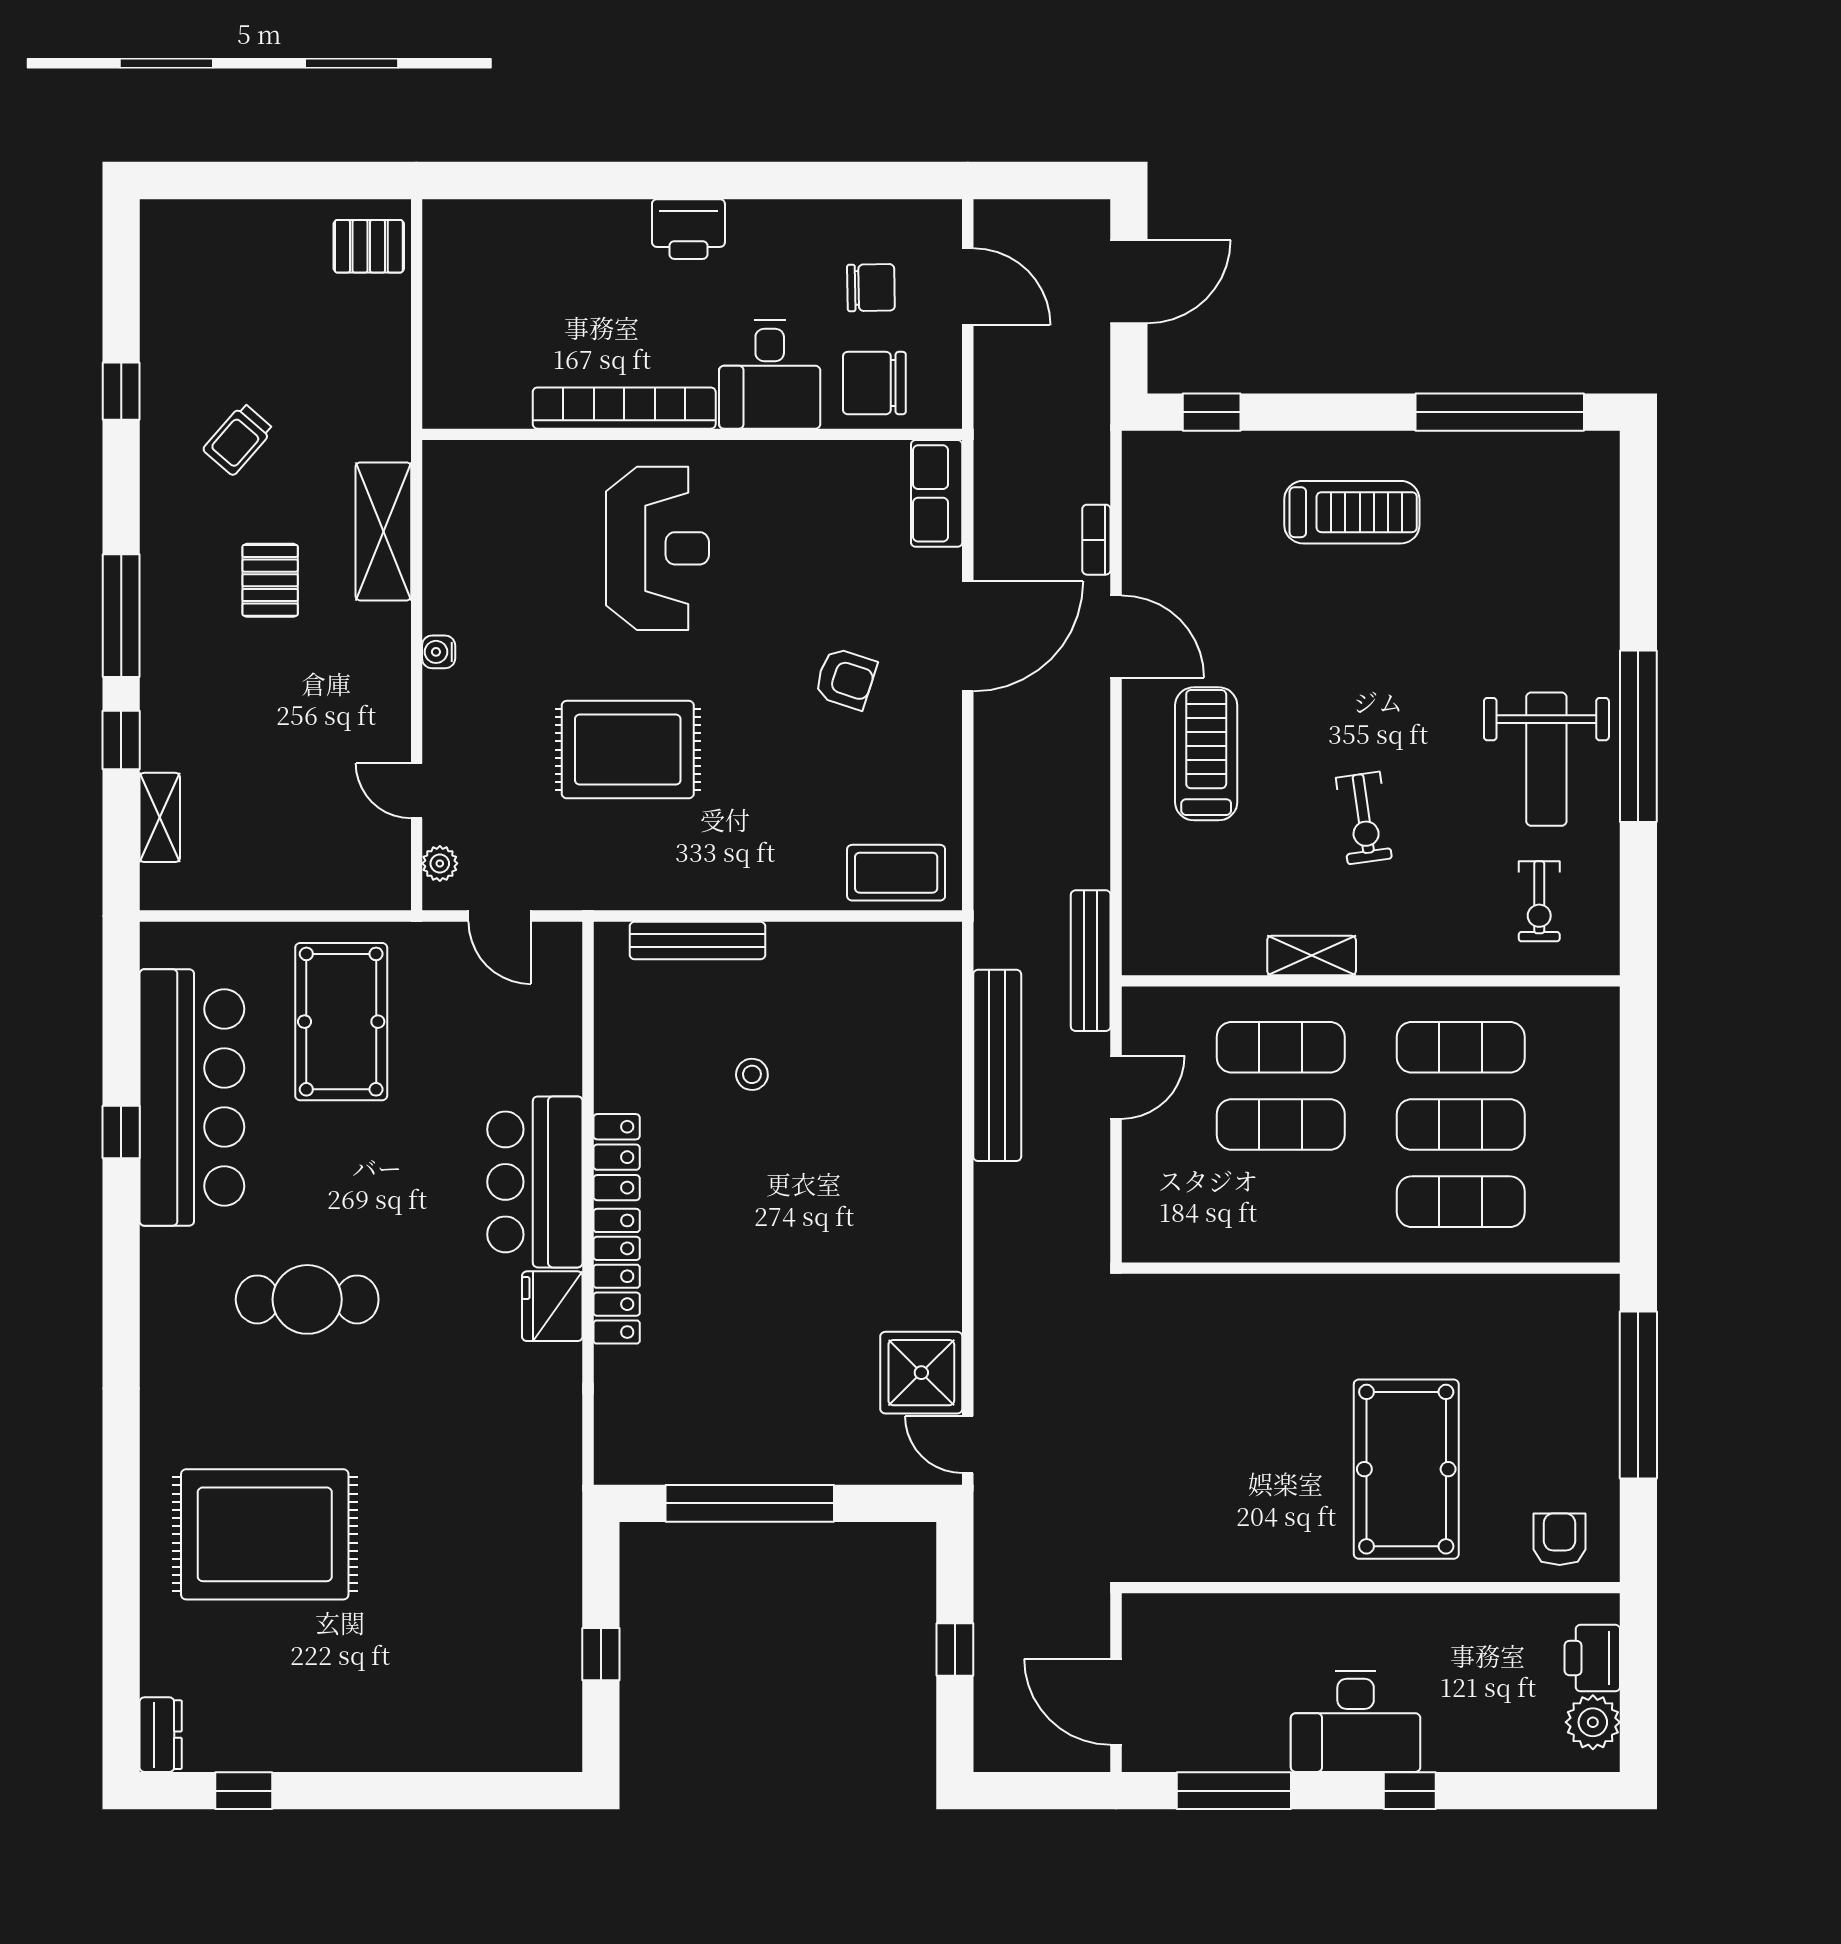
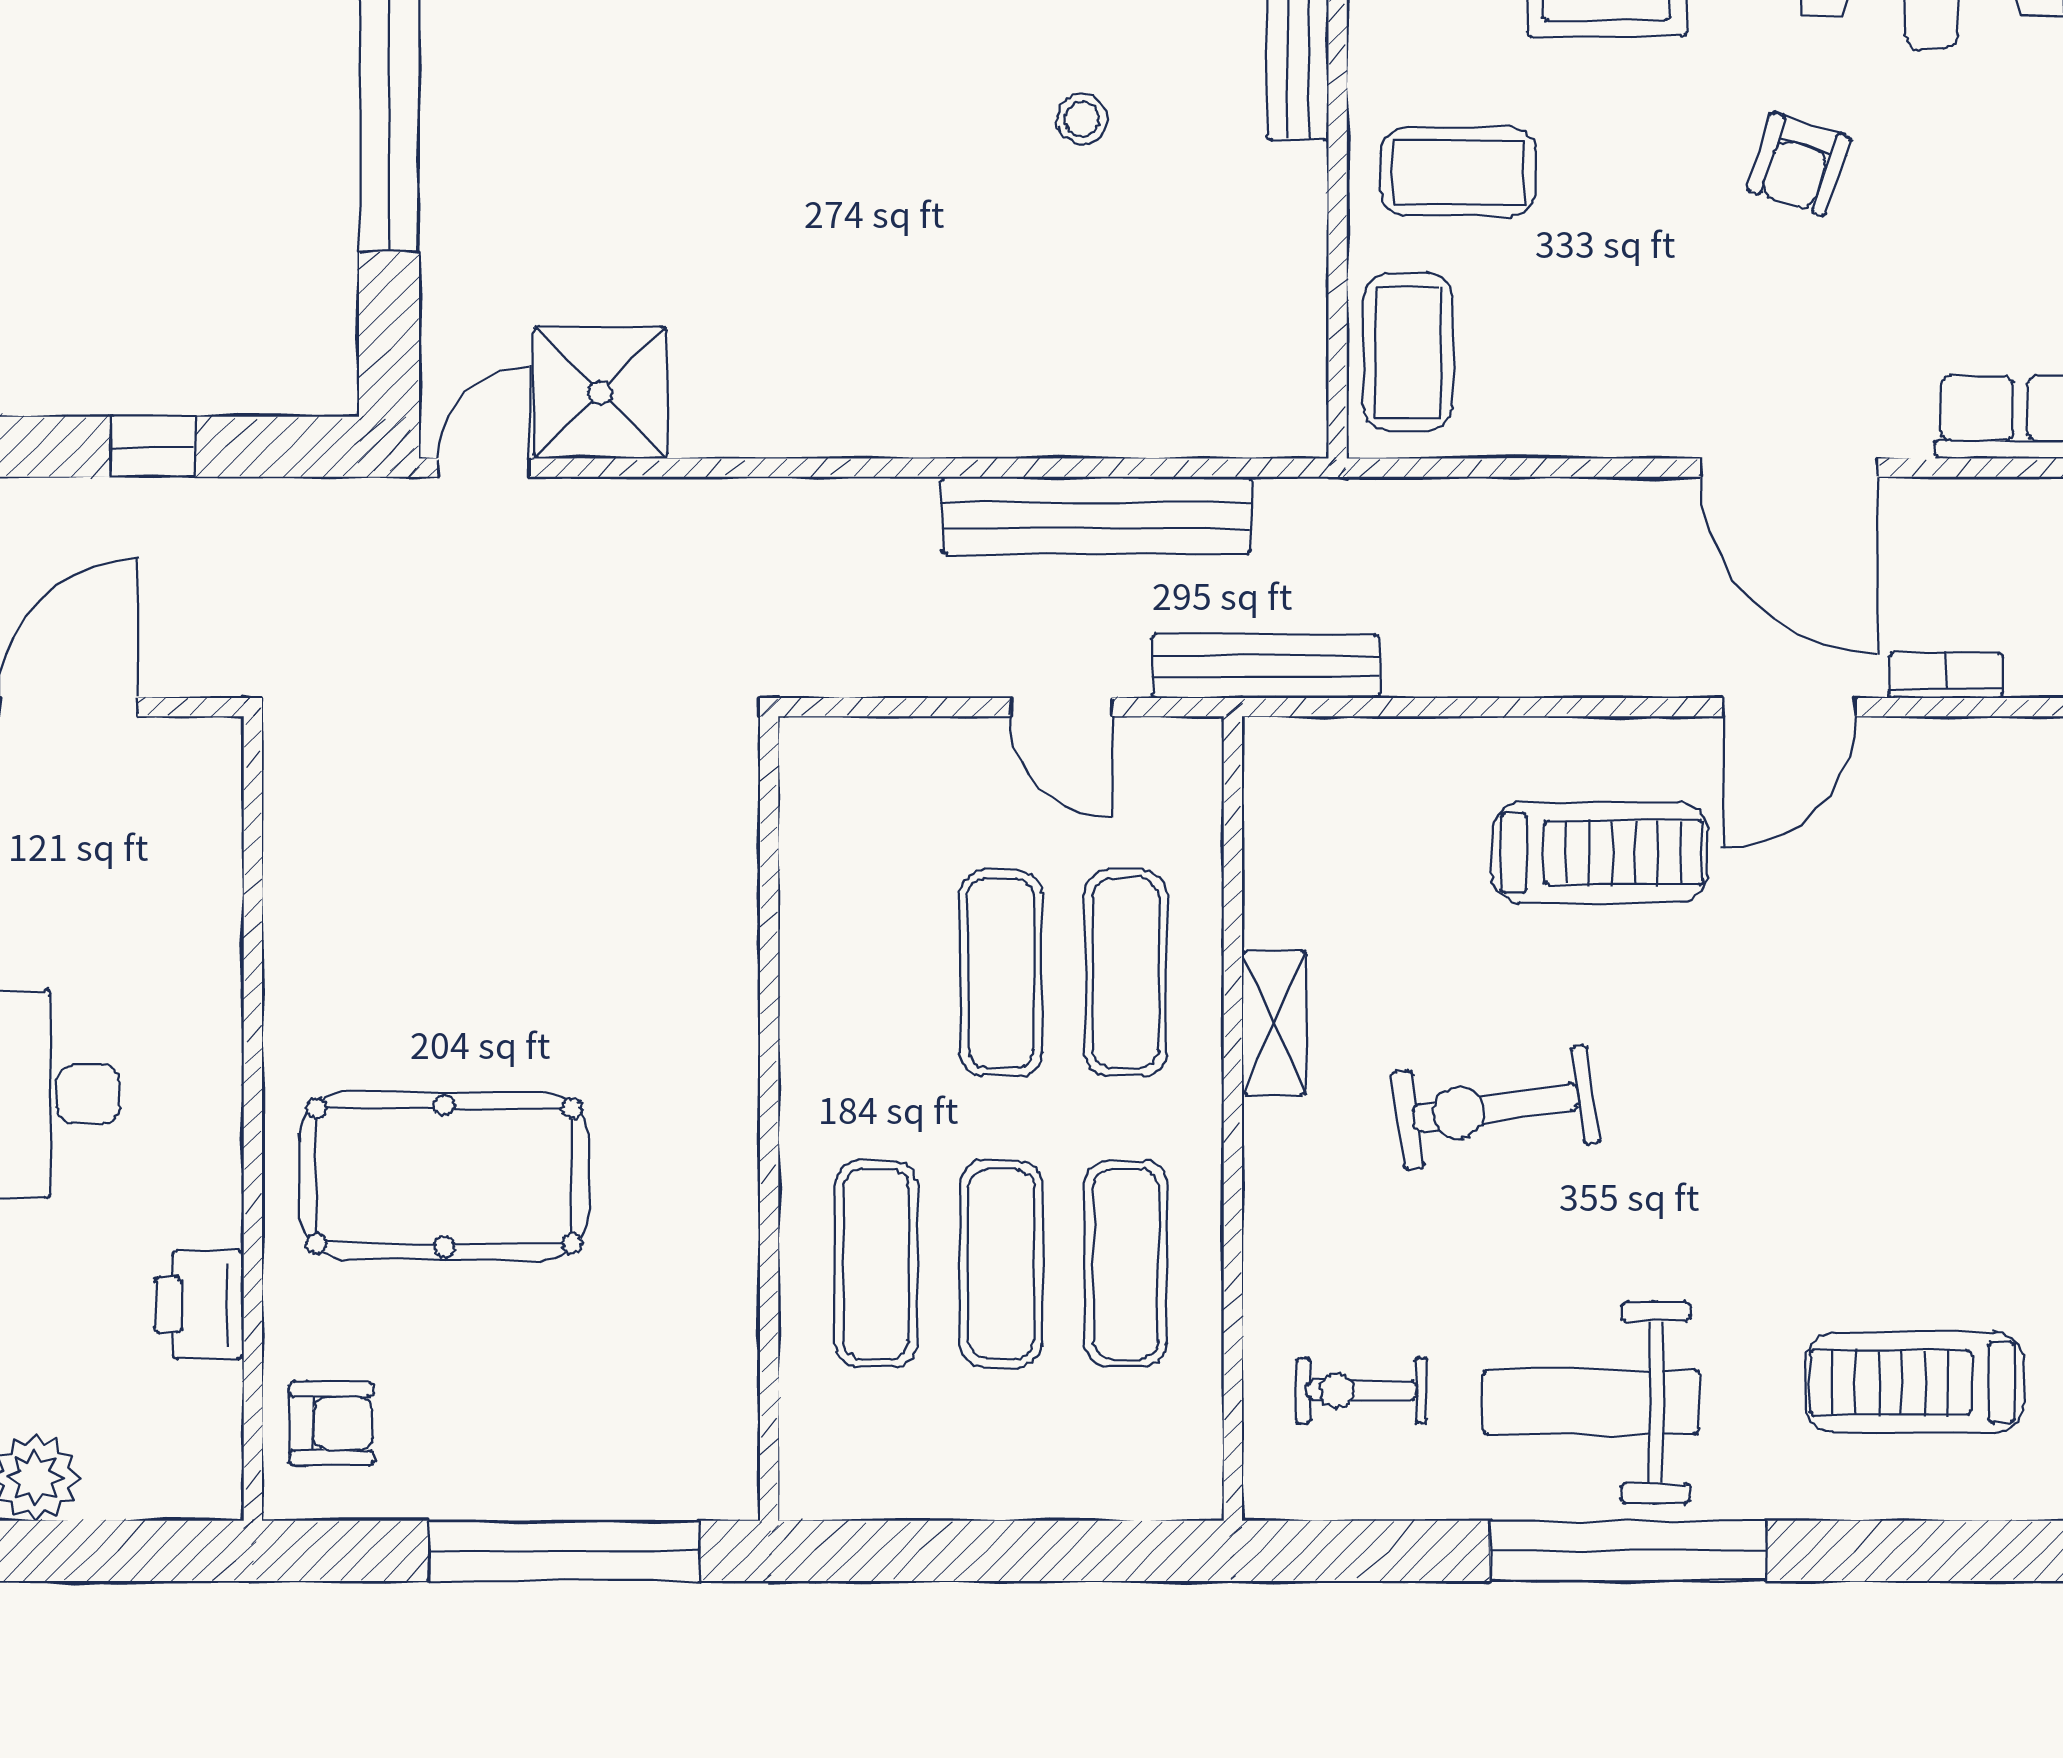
treadmill: (1352, 512) -> (1914, 1383), moved, turned 90
armchair: (845, 679) -> (1799, 164), moved
exercise bike: (1364, 818) -> (1496, 1107), width x1.38, depth x1.39
coffee table: (785, 841) -> (1458, 172), added
printer: (1592, 1658) -> (199, 1305), moved, turned -90

